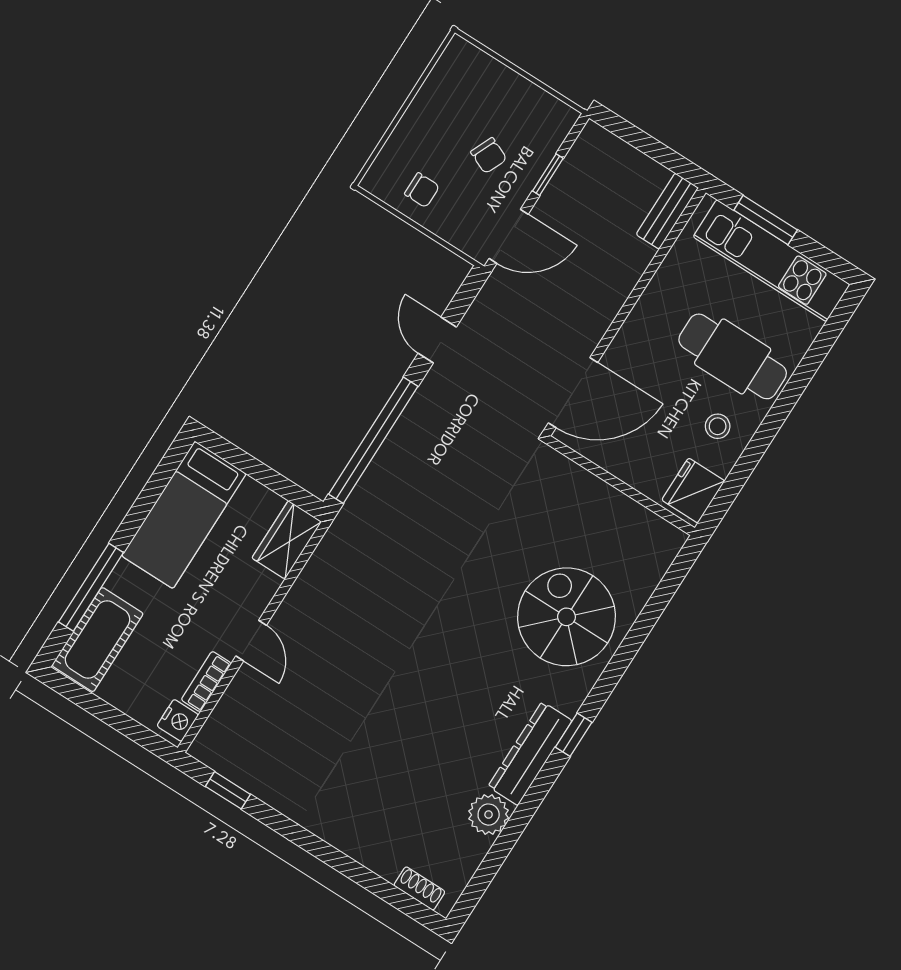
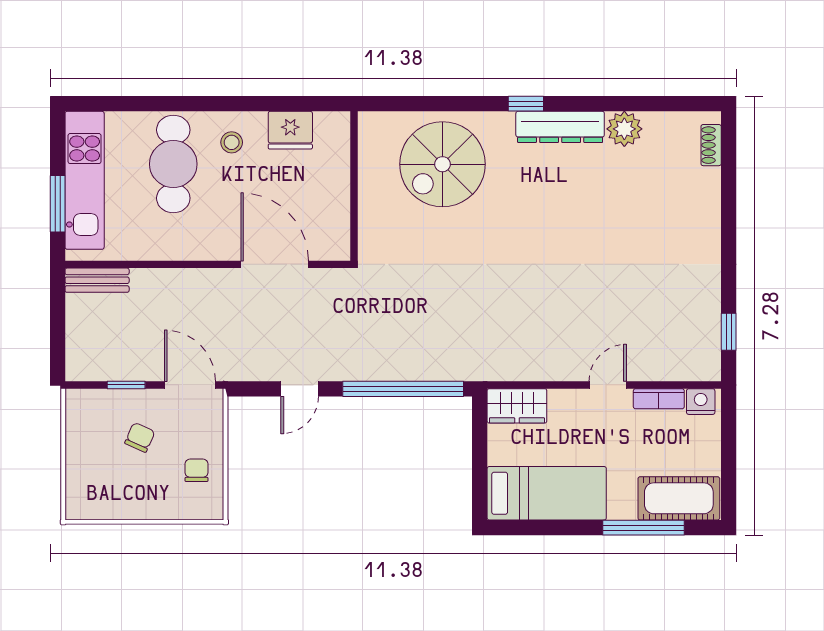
wall: (620, 486) -> (354, 186), moved

